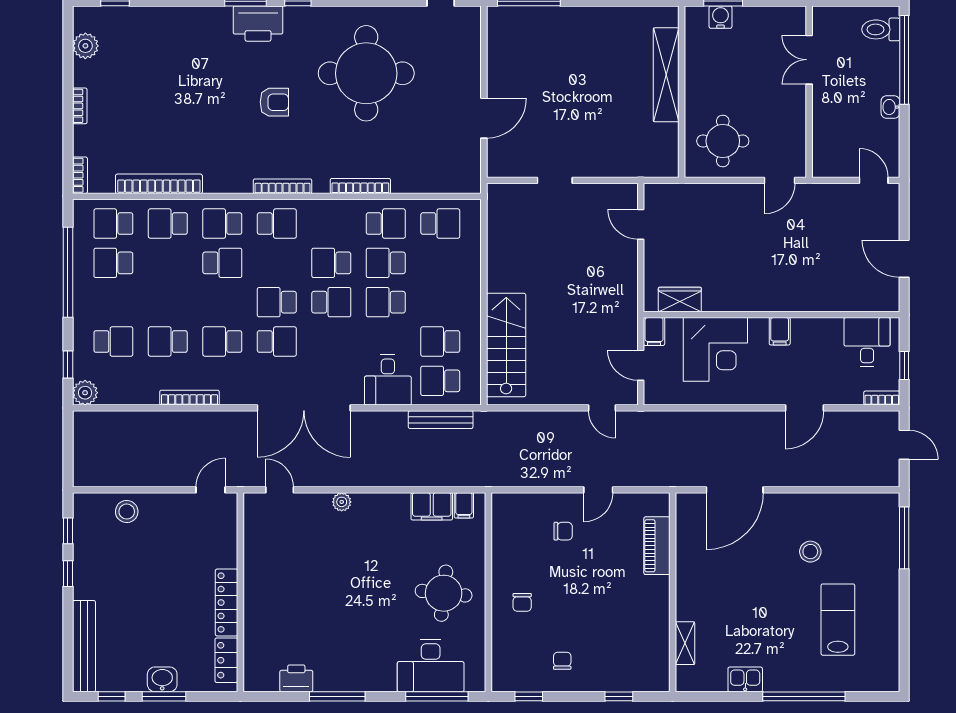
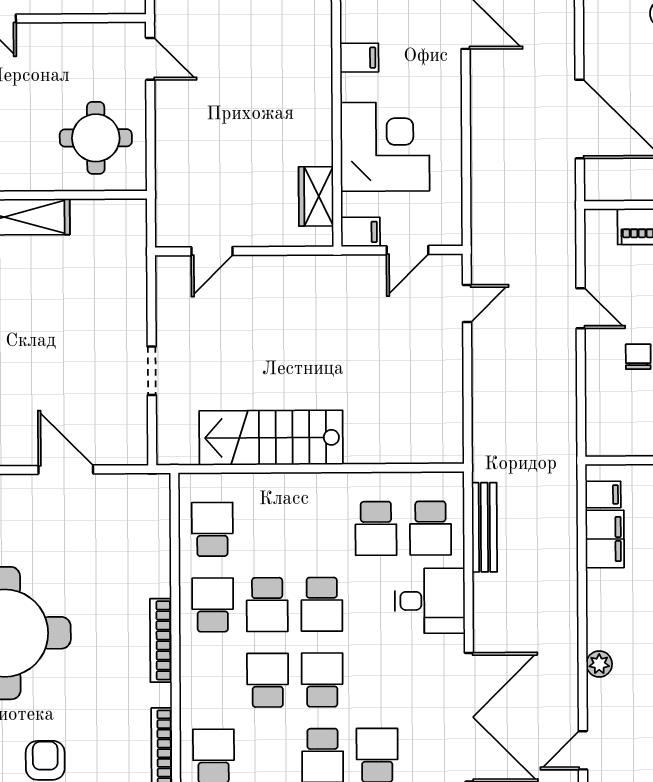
school desk: (331, 263) -> (268, 680), turned 180
stairs: (506, 345) -> (271, 438), moved

